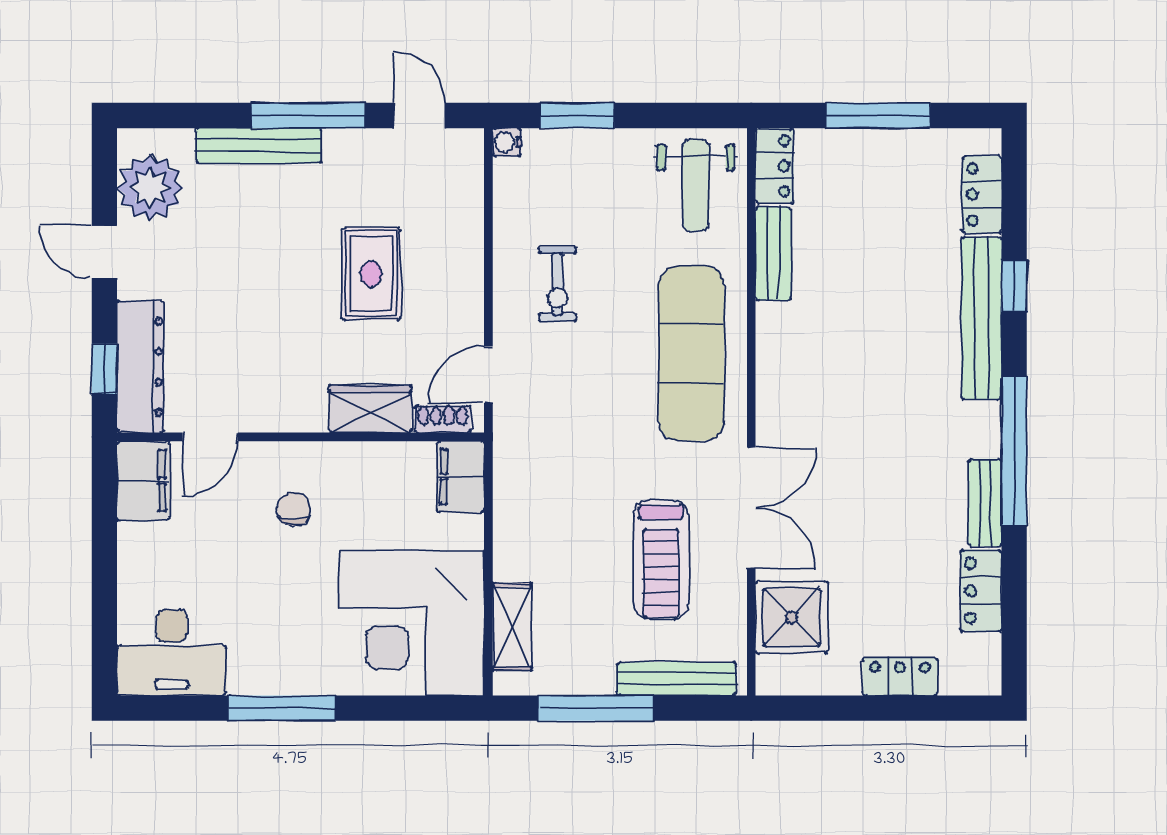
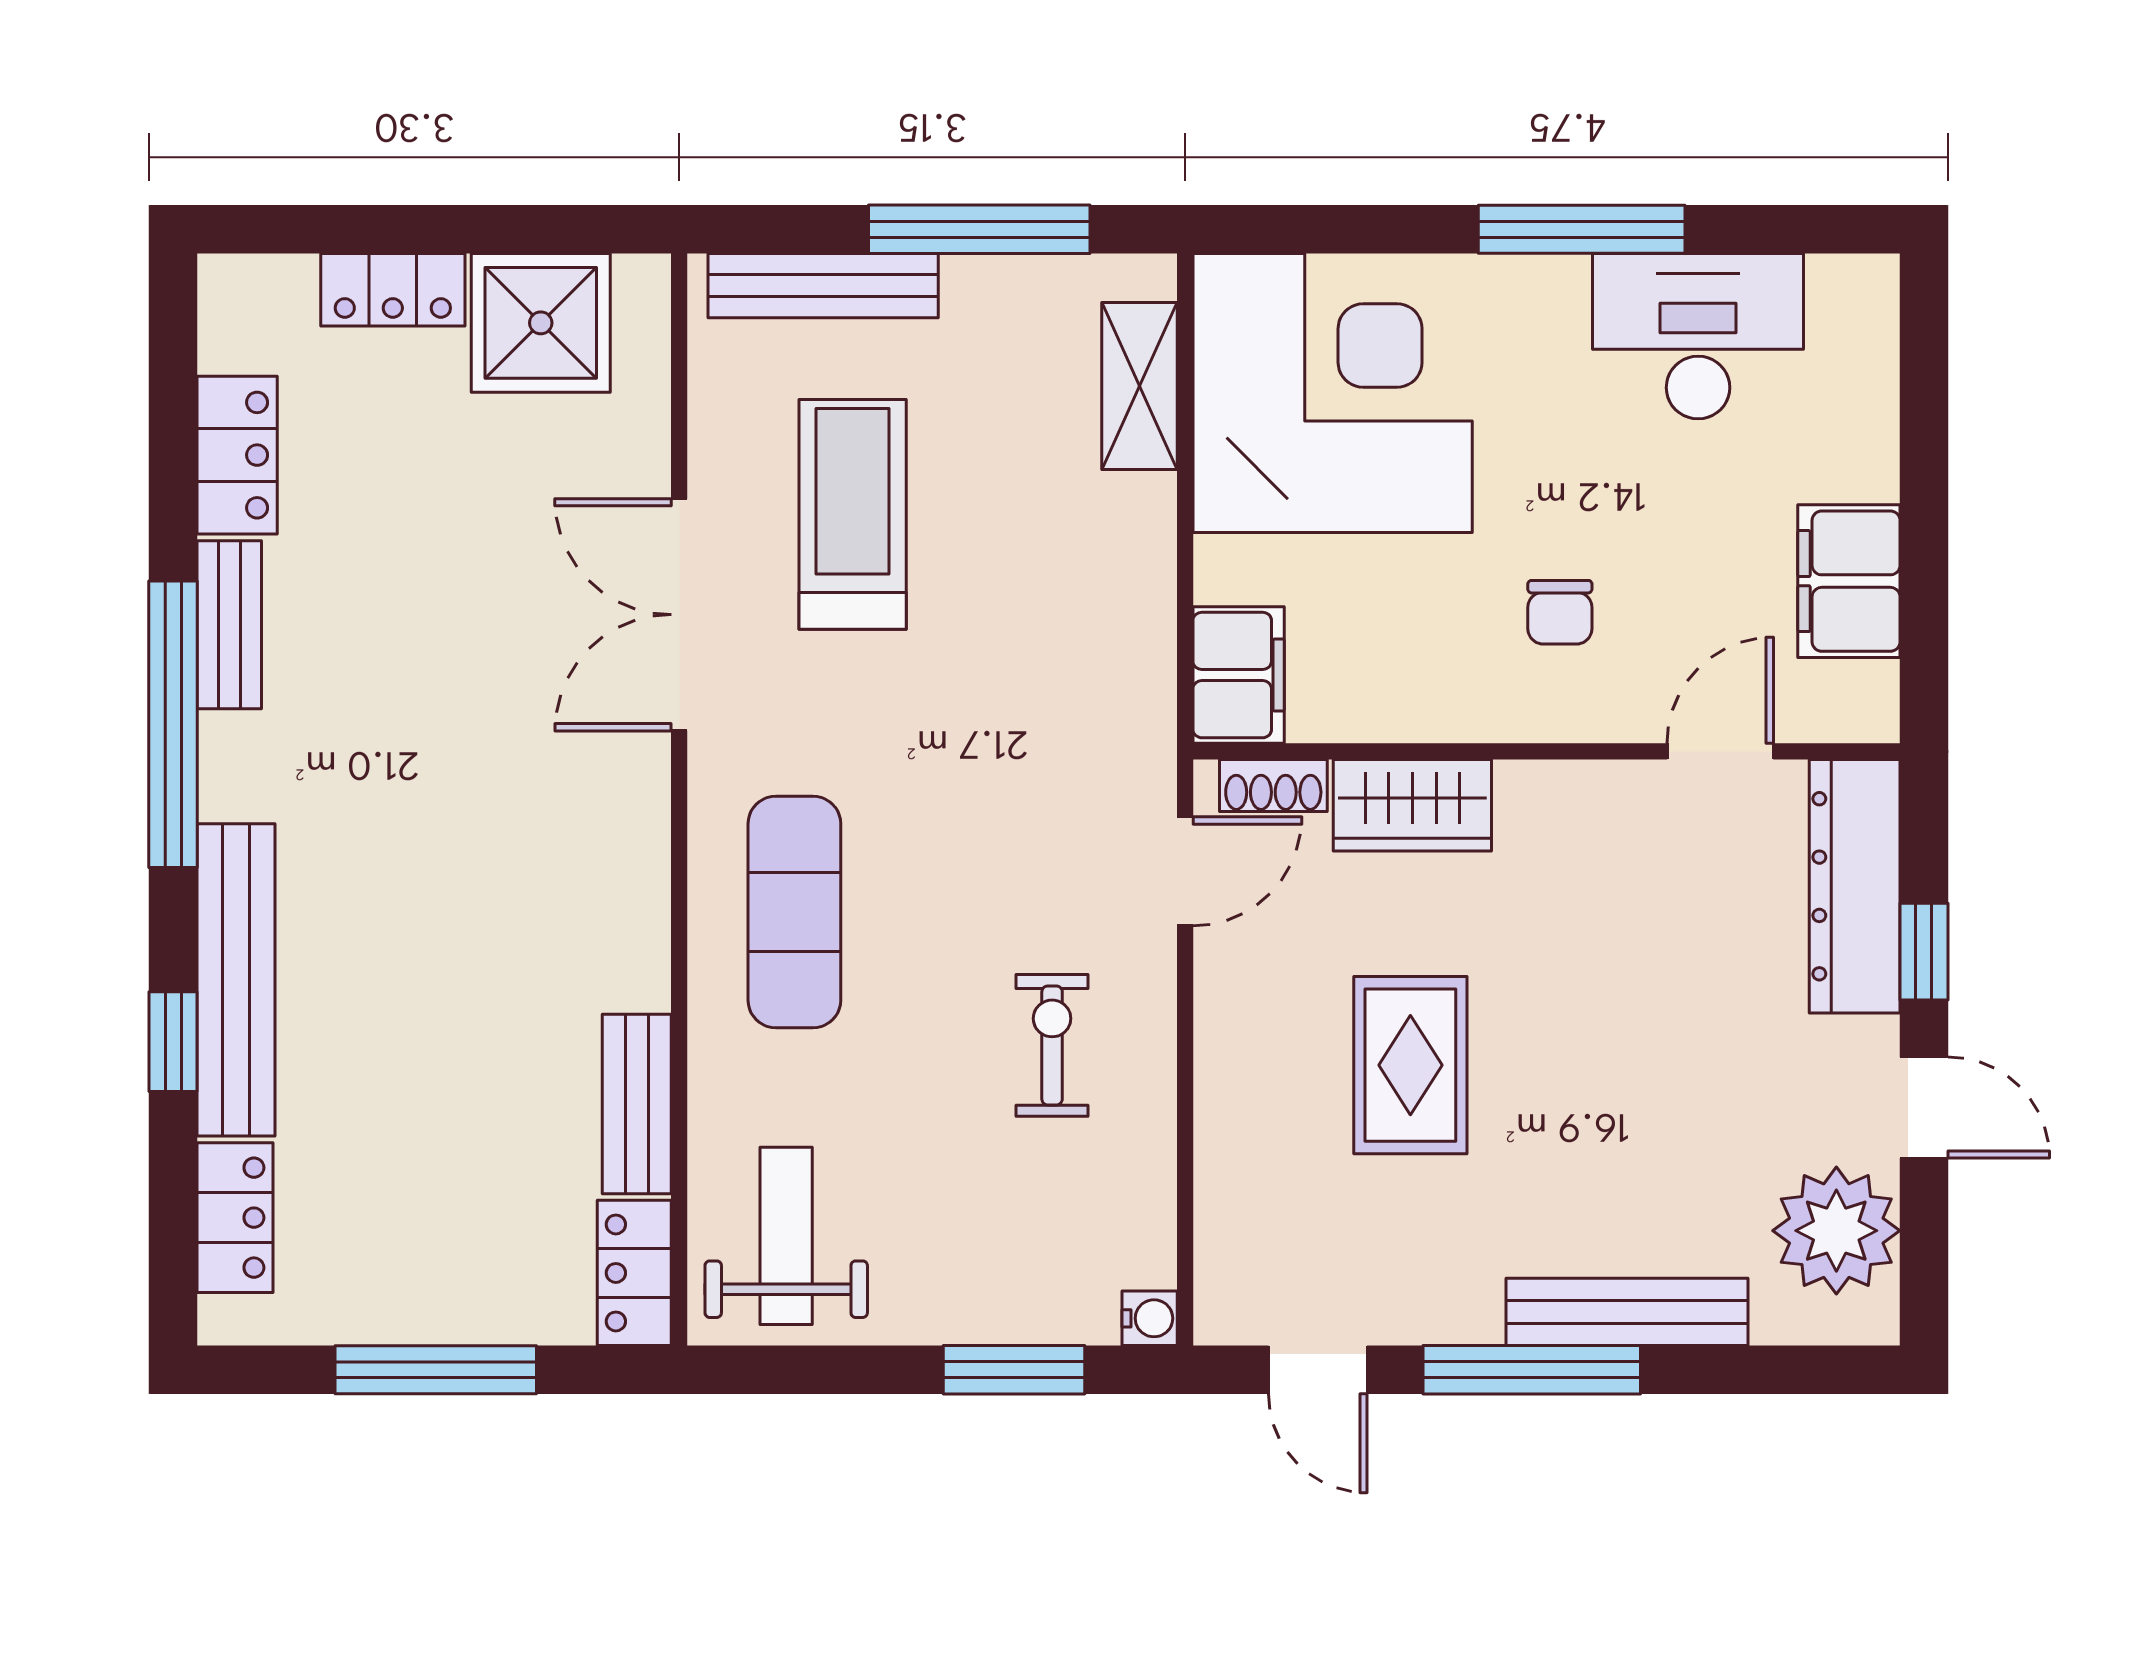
exercise mat: (691, 353) -> (794, 912), width x0.73, depth x0.69
window: (104, 369) -> (1924, 952), moved
filing cabinet: (143, 481) -> (1849, 581), moved
shower: (792, 617) -> (541, 323), moved
desk: (172, 653) -> (1698, 336), moved

